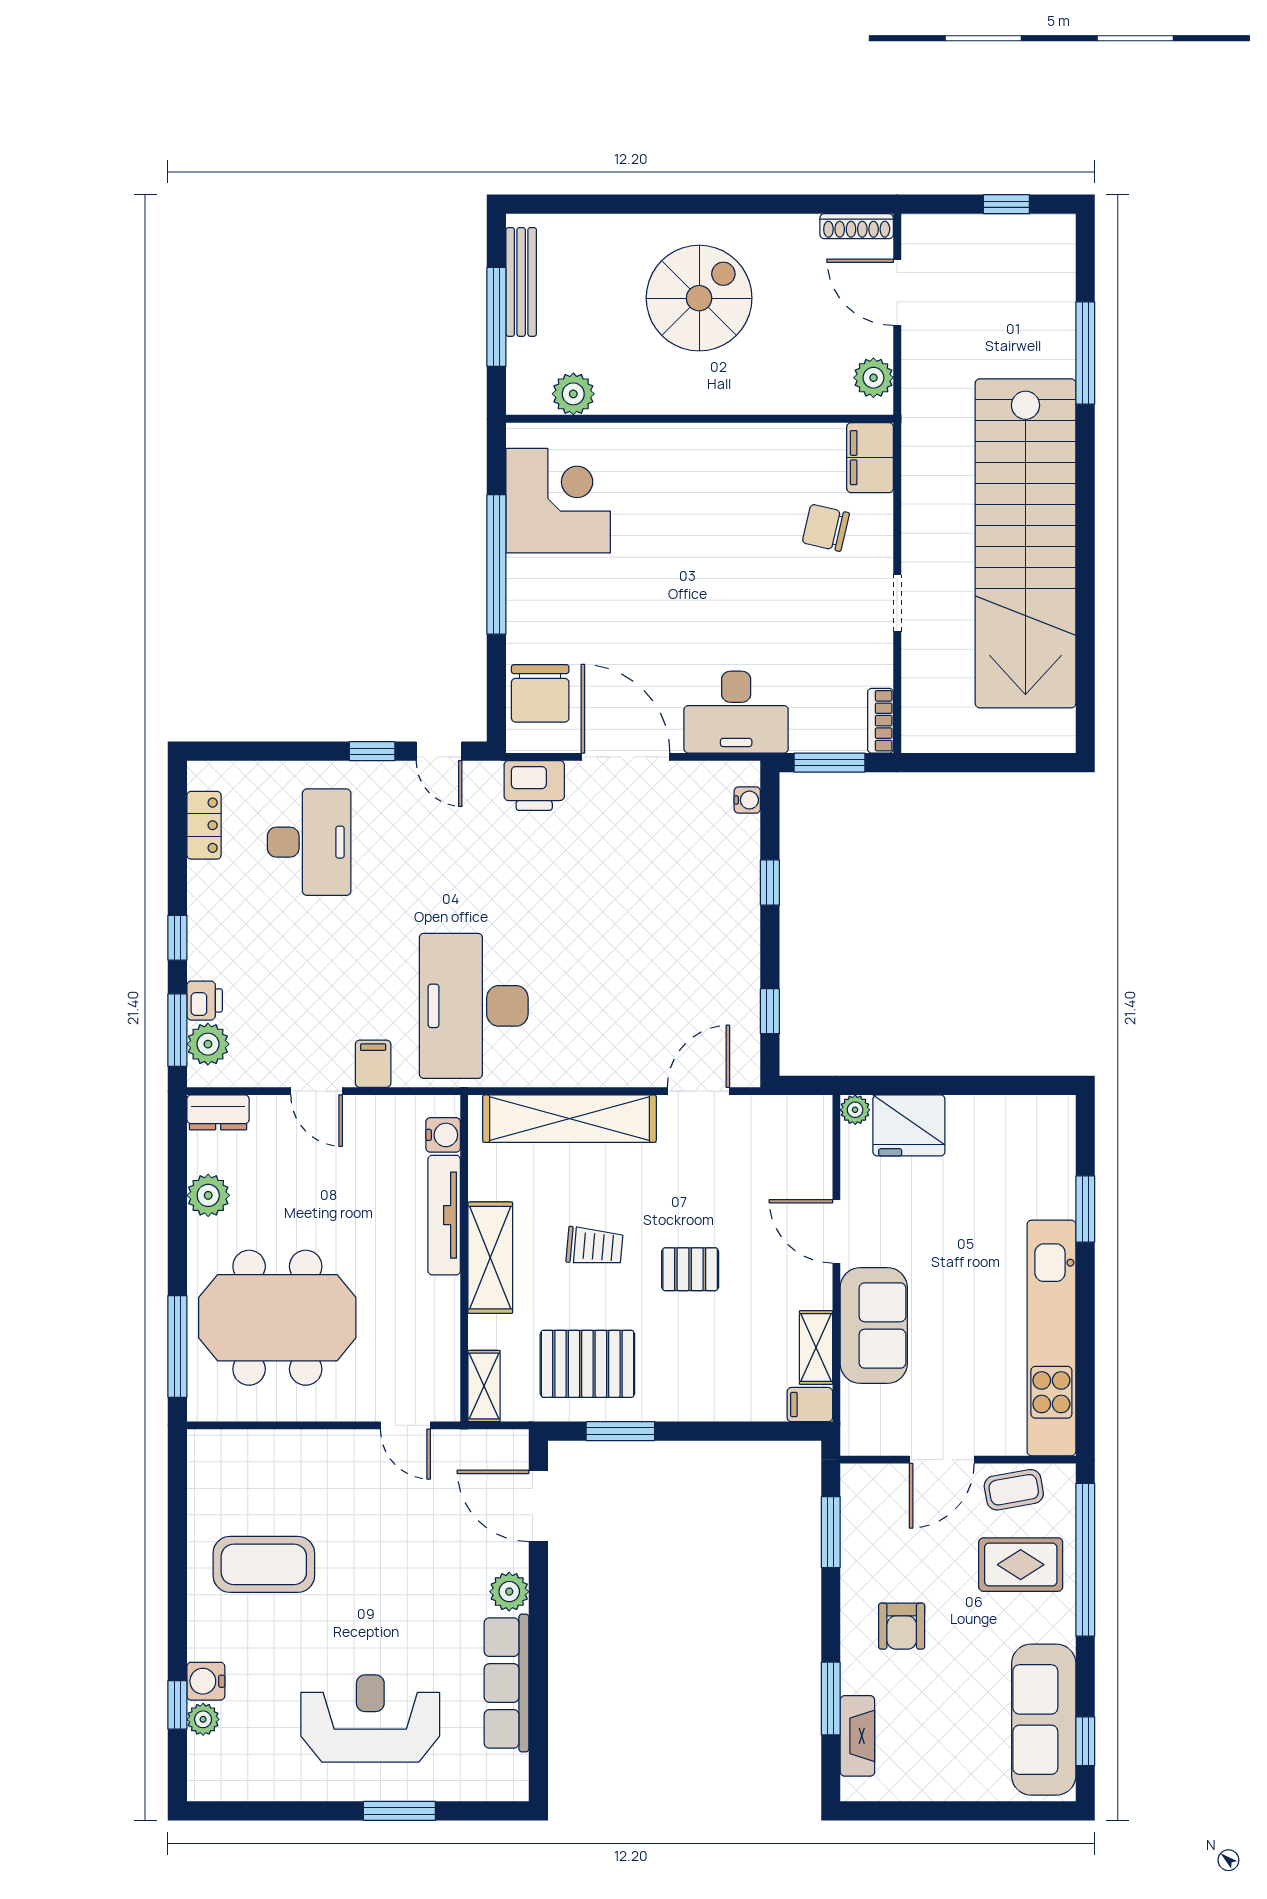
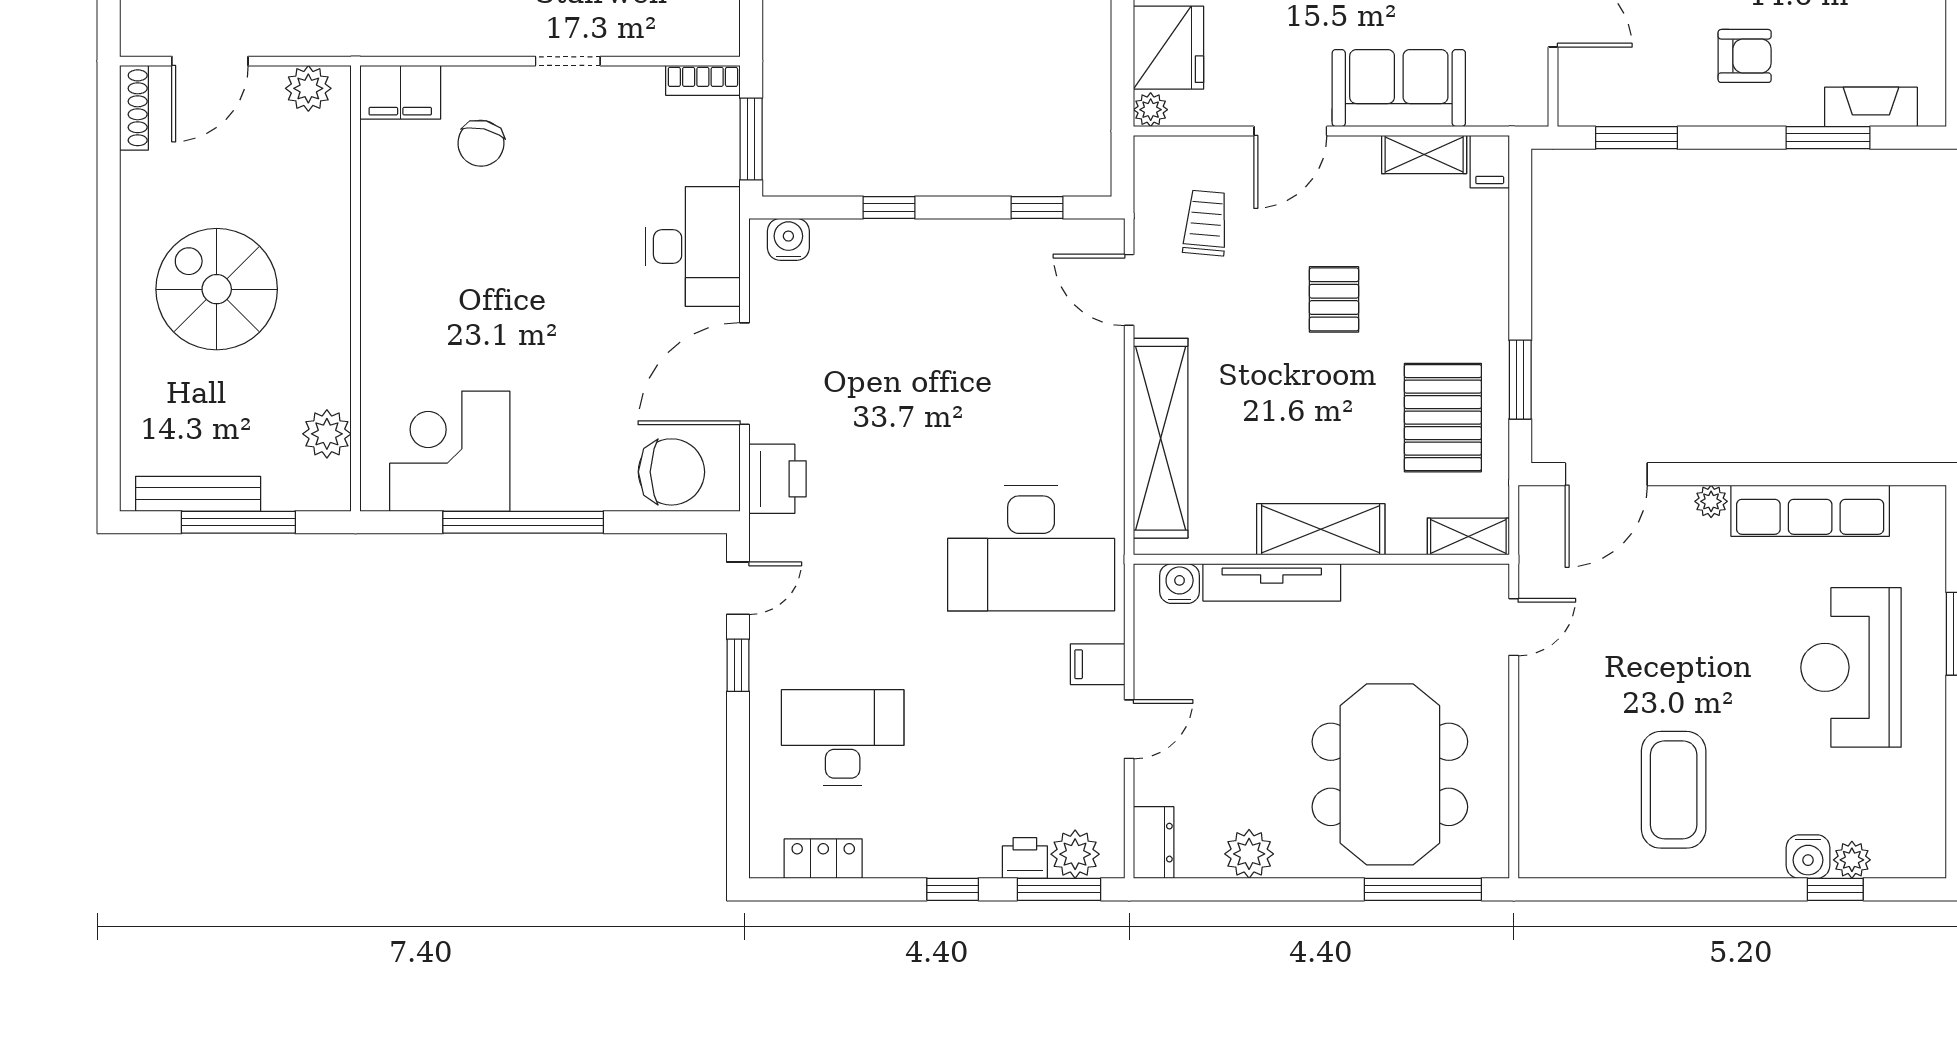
water cooler: (747, 800) -> (788, 239), width x1.38, depth x1.38
trolley: (594, 1246) -> (1206, 223), moved
plant: (509, 1592) -> (1711, 501), width x0.73, depth x0.73

